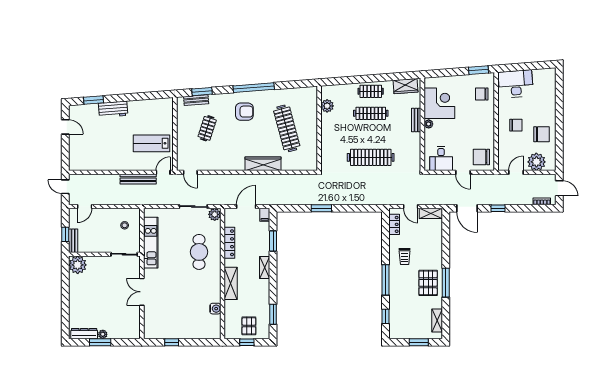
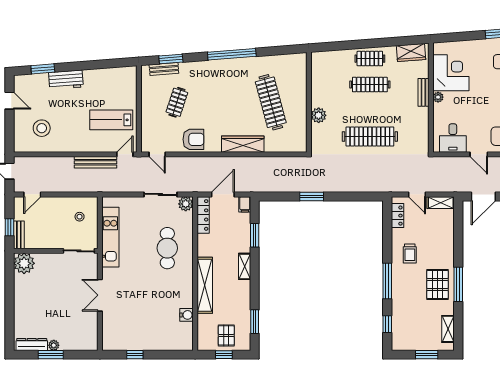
plant: (327, 106) -> (319, 115), moved
armchair: (244, 112) -> (193, 139), moved
stool: (93, 150) -> (42, 128), added
door: (467, 208) -> (483, 197), hinge flipped
locker: (229, 243) -> (203, 215), moved
shelving: (231, 283) -> (205, 285), width x1.47

